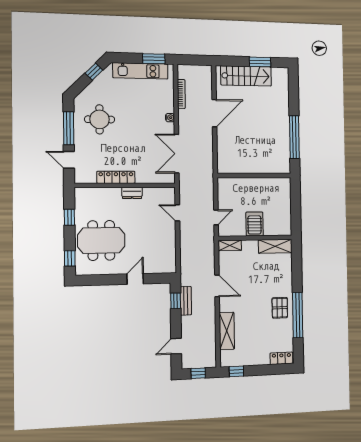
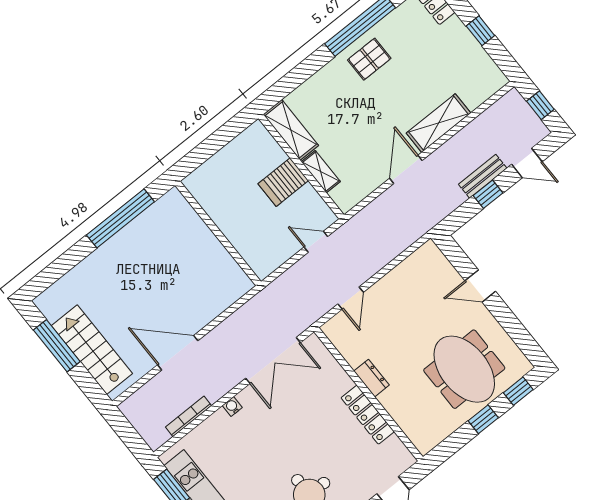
window: (260, 62) -> (57, 346), width x1.44
window: (69, 217) -> (483, 419), moved
shelving: (230, 245) -> (321, 172), moved
window: (176, 301) -> (488, 194), moved
bench: (186, 301) -> (483, 176), moved
shelving: (227, 331) -> (438, 123), moved
window: (236, 371) -> (480, 31), moved

